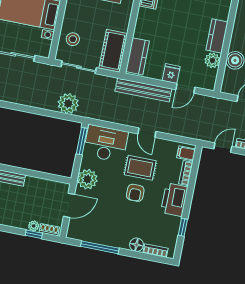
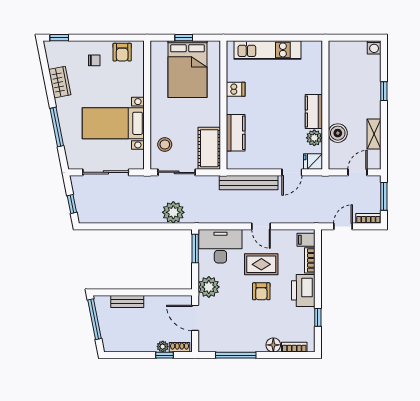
kitchen counter: (138, 56) -> (236, 133), moved
fridge: (171, 74) -> (313, 162), moved, turned -90
door: (69, 205) -> (195, 318), swing flipped

